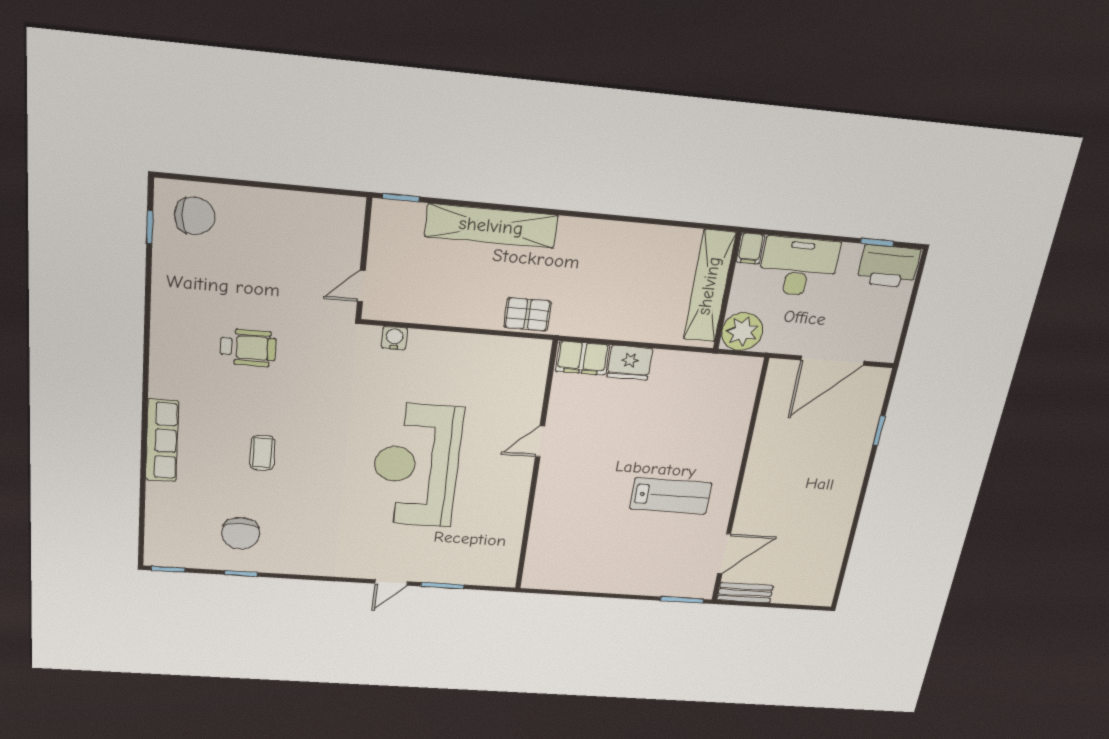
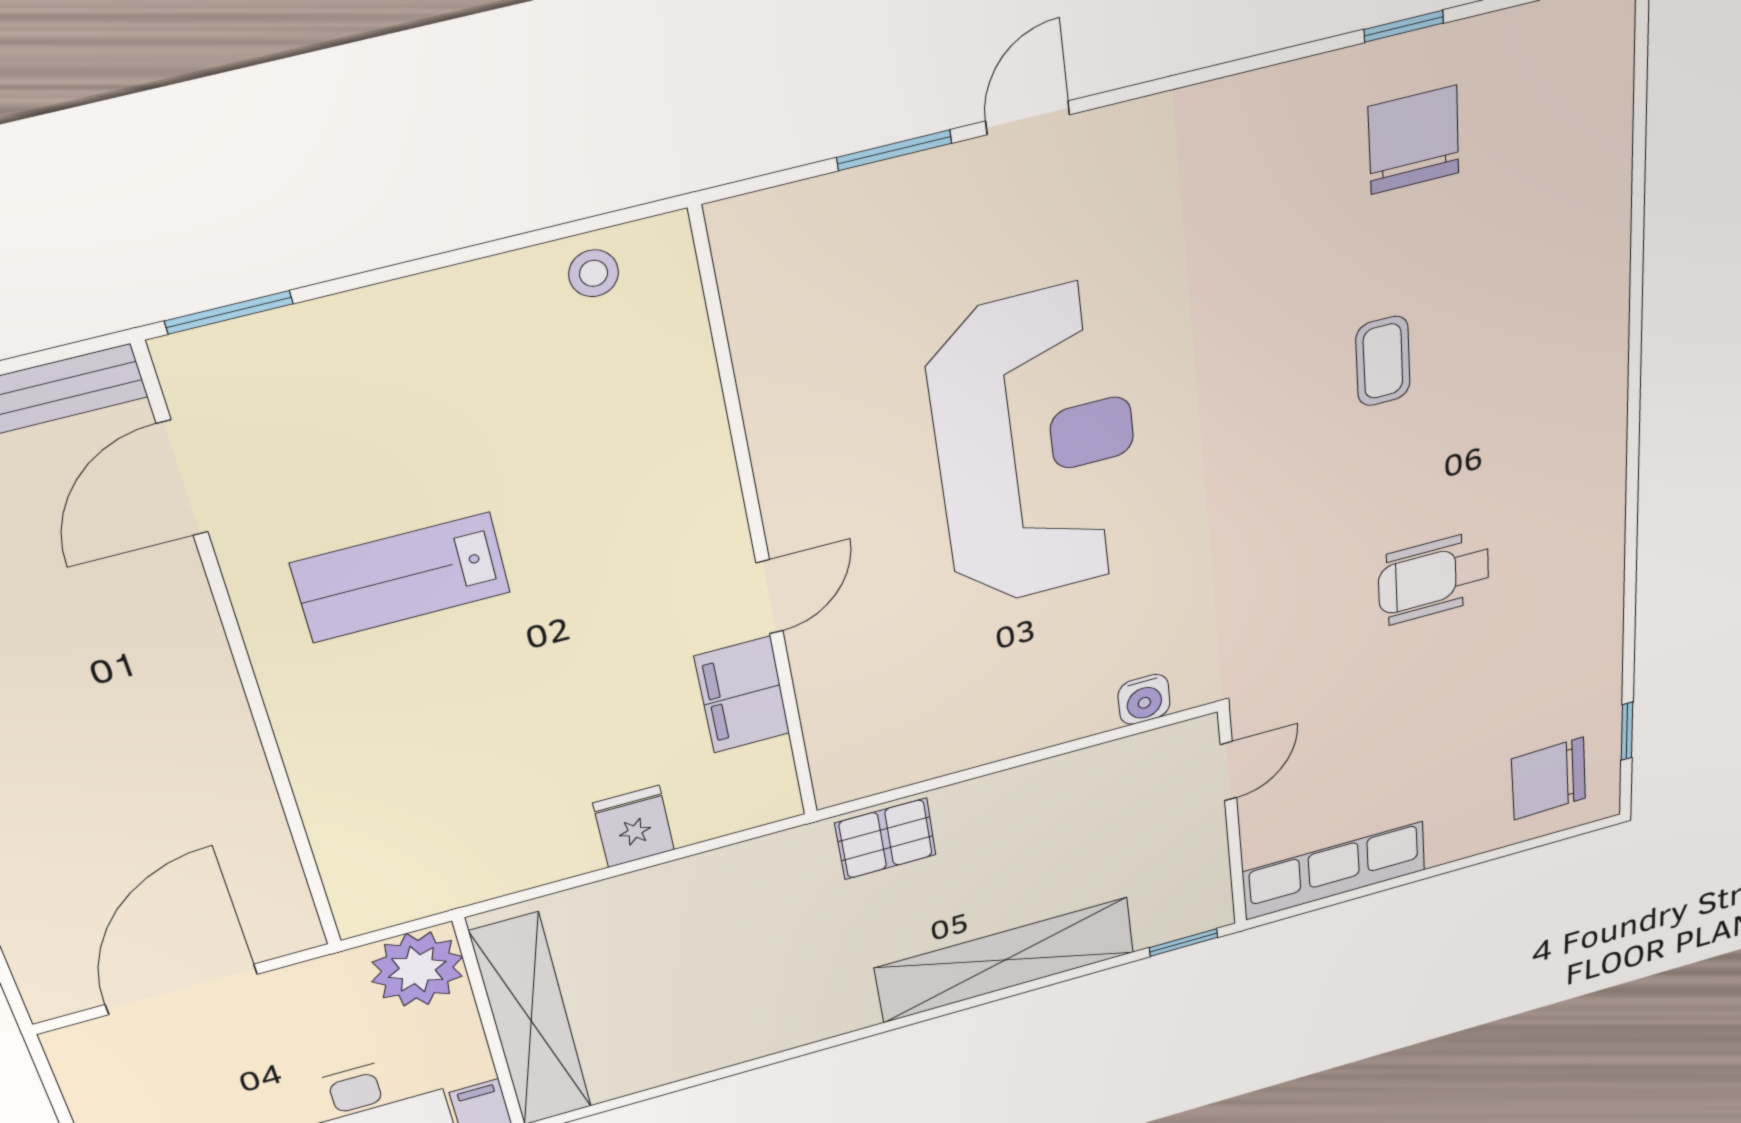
filing cabinet: (582, 358) -> (742, 695), moved, turned -90
fridge: (630, 363) -> (634, 826), width x0.72
row of seats: (162, 440) -> (1334, 871), moved, turned 90
stool: (560, 577) -> (594, 273), added

